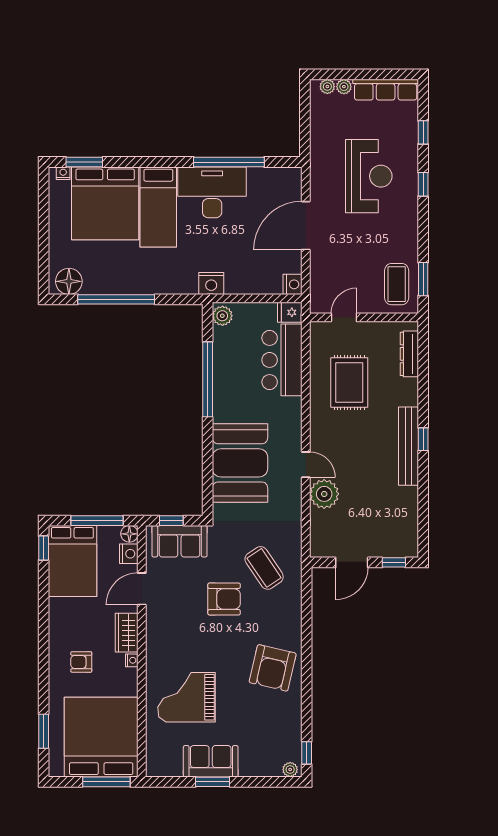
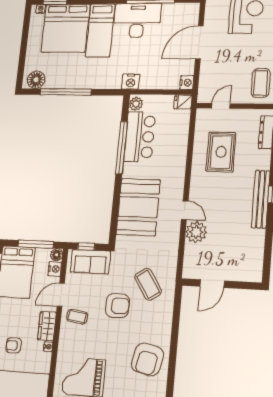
bar counter: (282, 360) -> (140, 137), moved, turned 180
window: (394, 562) -> (243, 285), removed
coffee table: (168, 617) -> (77, 317), added

